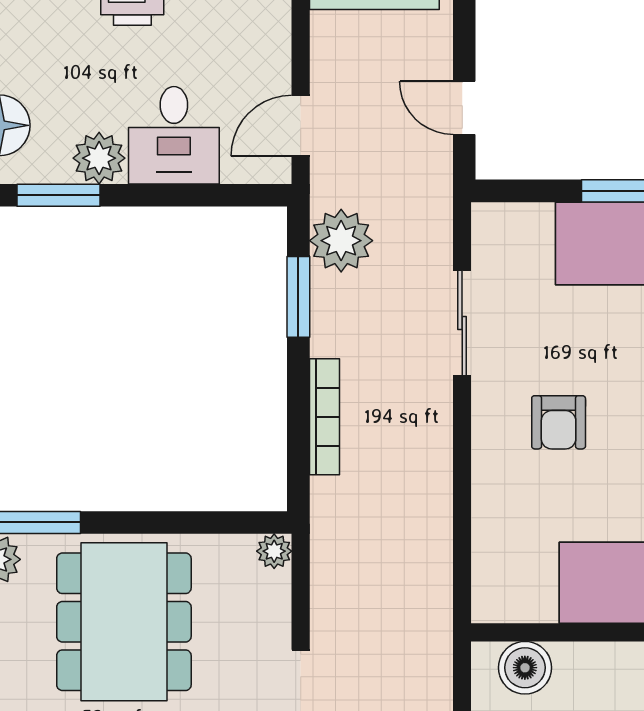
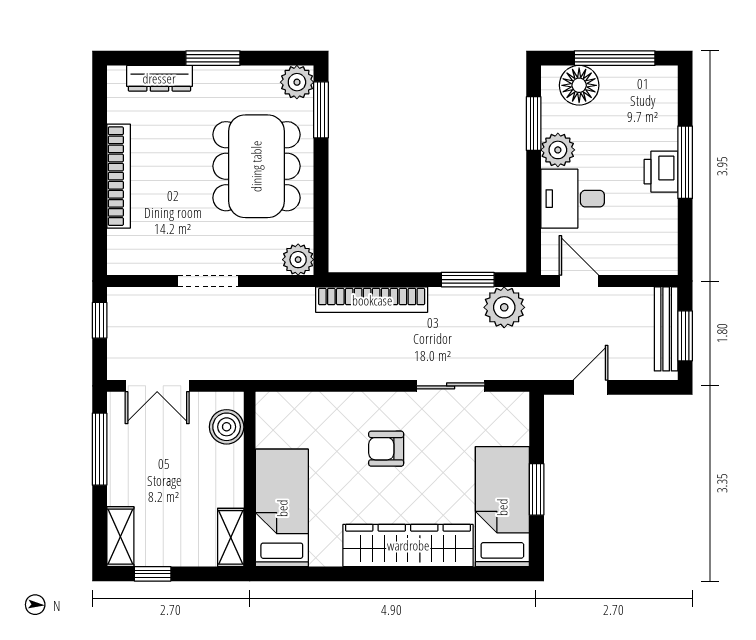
bookcase: (324, 417) -> (372, 300), width x1.48, depth x1.31
plant: (274, 551) -> (298, 260), width x1.38, depth x1.38
dining table: (124, 622) -> (256, 166), turned 90

